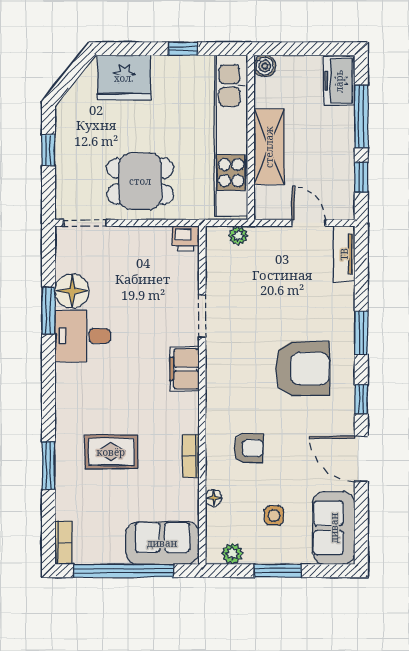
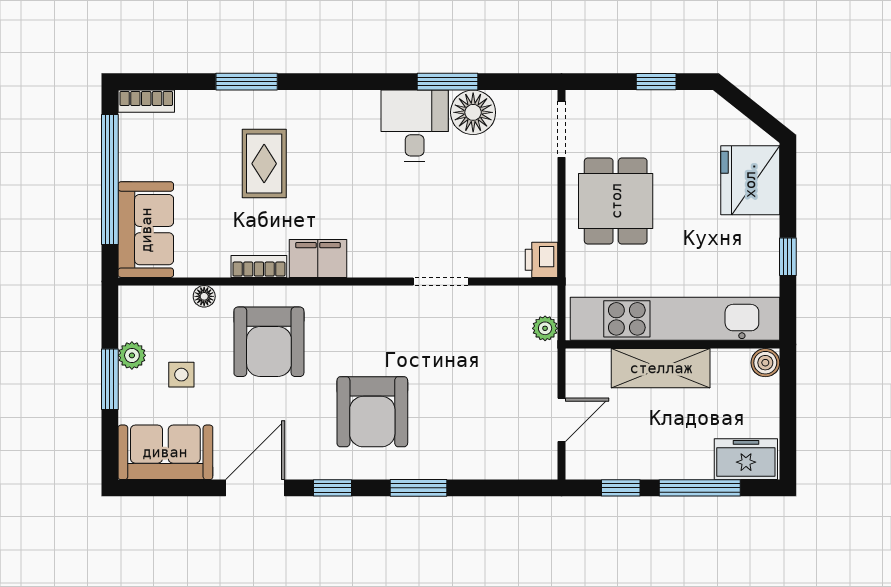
tv unit: (344, 254) -> (521, 466), removed
filing cabinet: (185, 369) -> (318, 258), moved
armchair: (249, 448) -> (269, 342), width x1.88, depth x1.88
plant: (232, 554) -> (132, 355), moved

